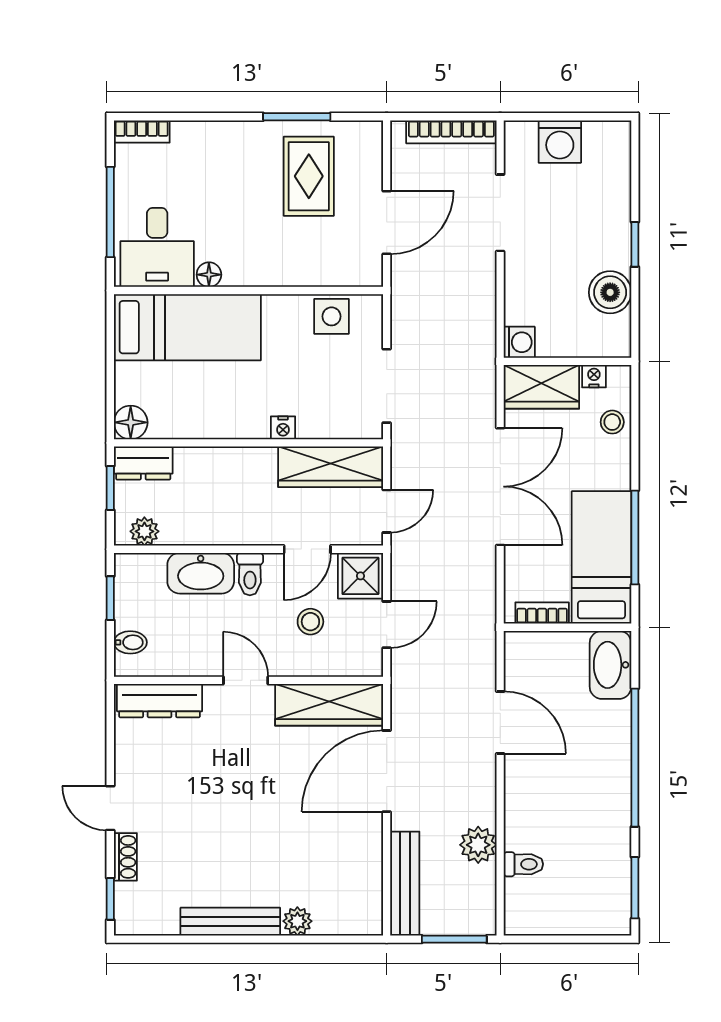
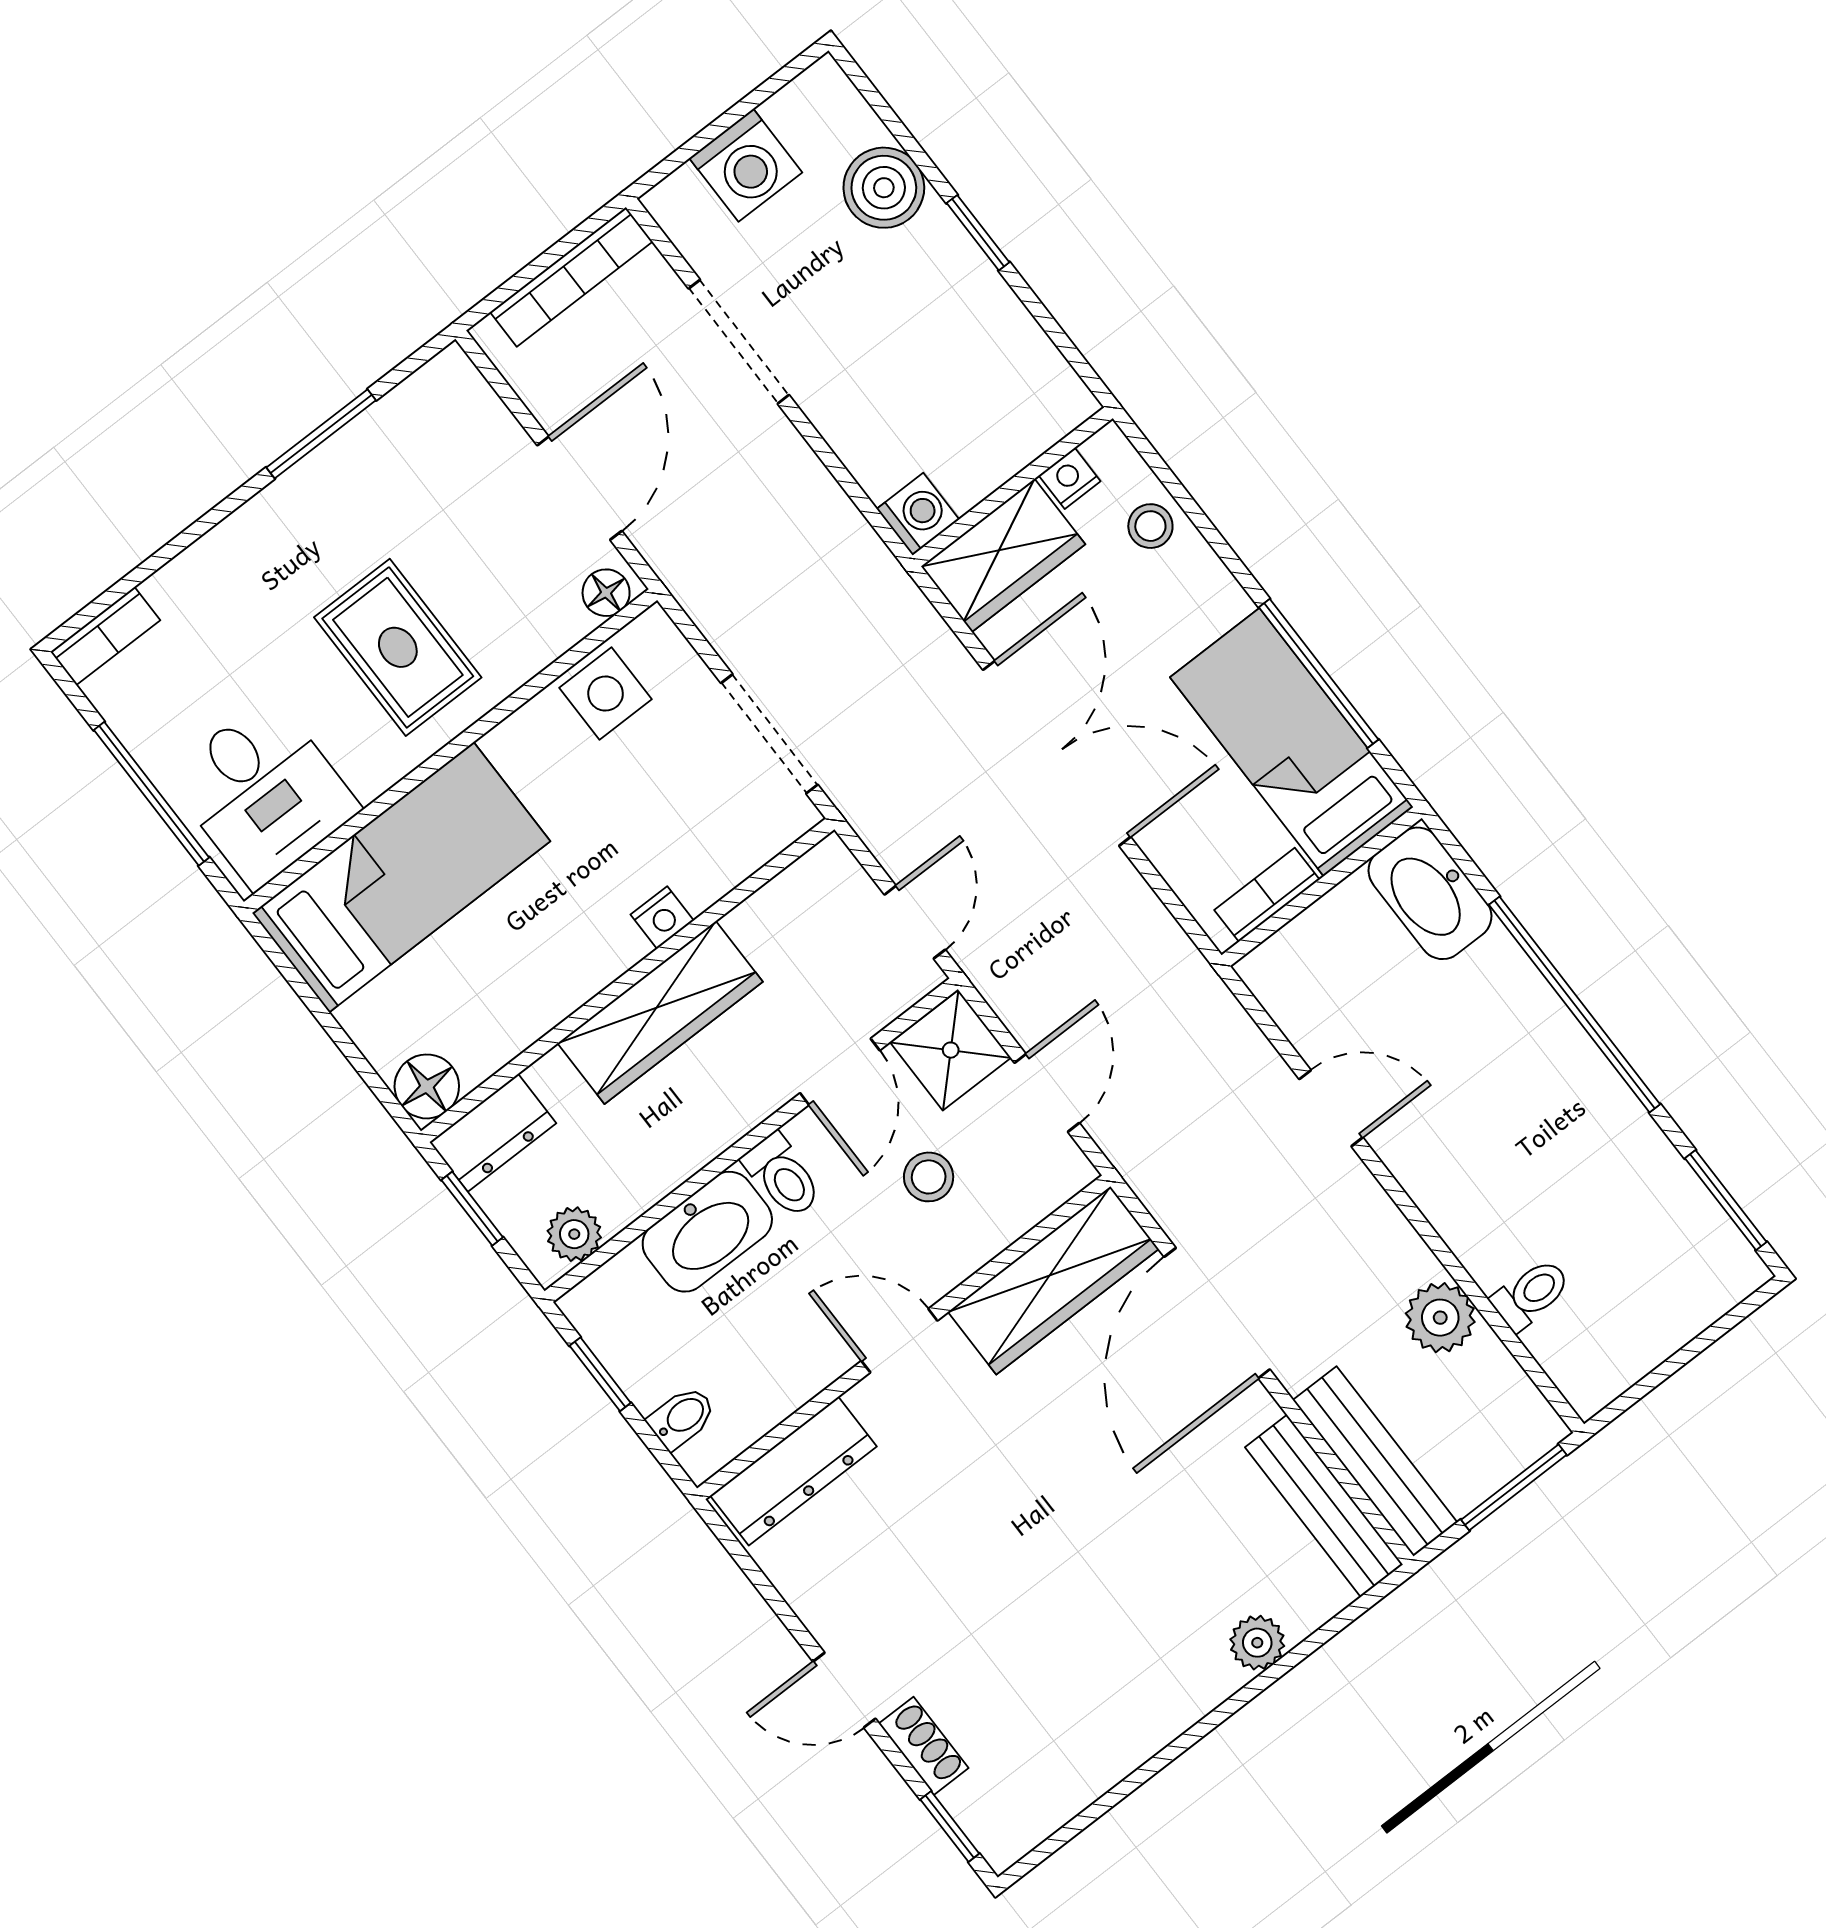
rug: (309, 176) -> (398, 647), moved
floor lamp: (209, 275) -> (606, 593), moved
boiler: (610, 292) -> (884, 188), moved
wardrobe: (331, 467) -> (660, 1012), moved
door: (500, 722) -> (1331, 1108), width x0.73
bench: (230, 922) -> (1324, 1506), moved, turned 90

